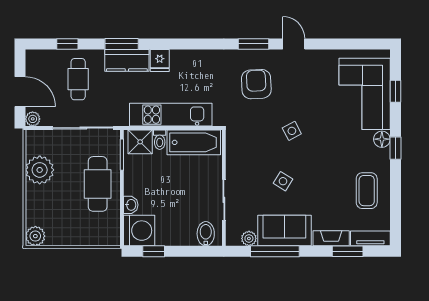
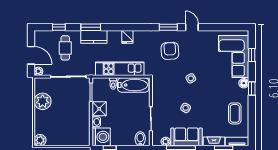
fridge: (160, 60) -> (127, 37), moved
shower: (140, 142) -> (99, 109), moved
cafe table: (98, 184) -> (77, 110), removed

